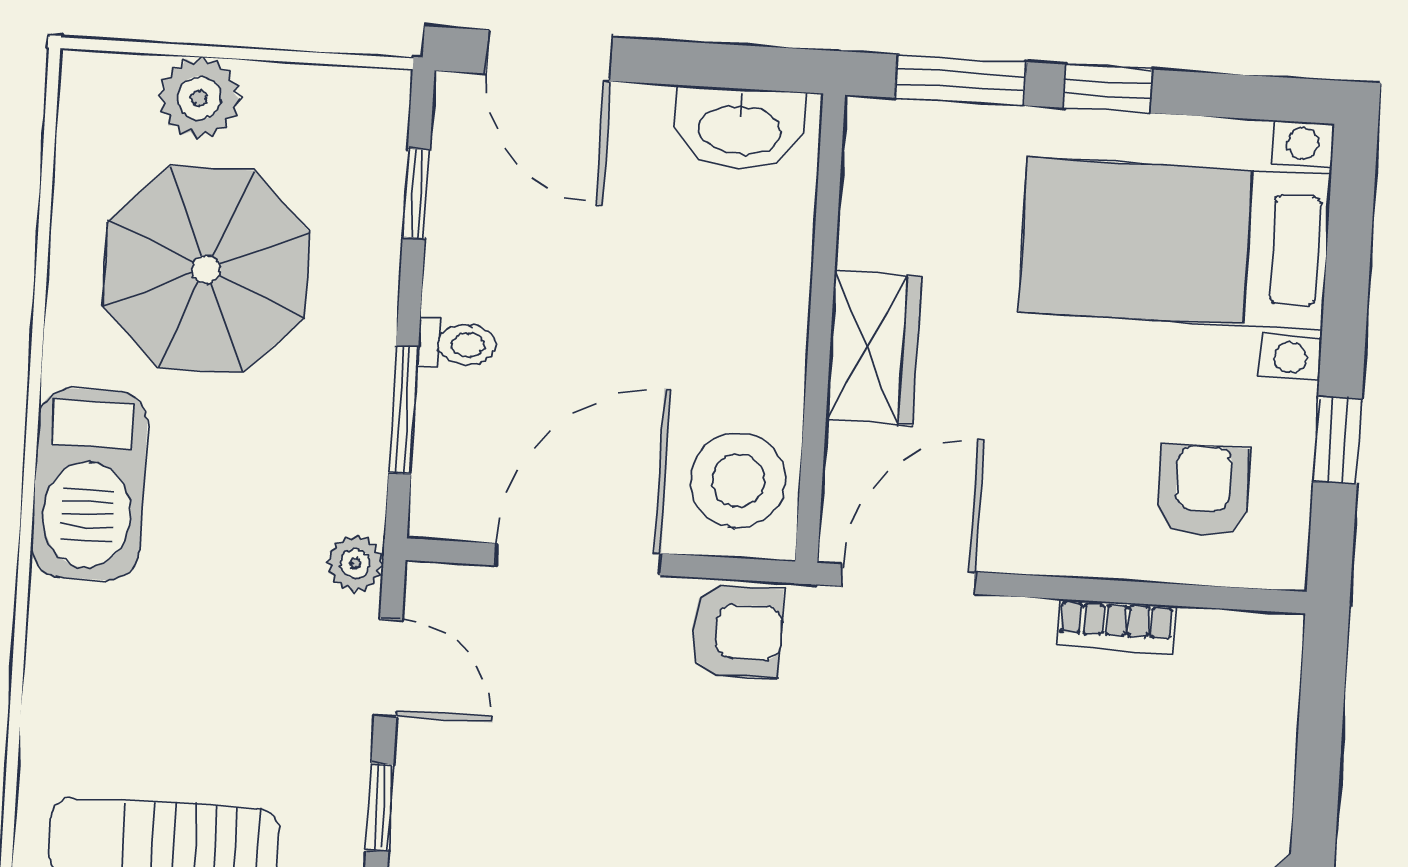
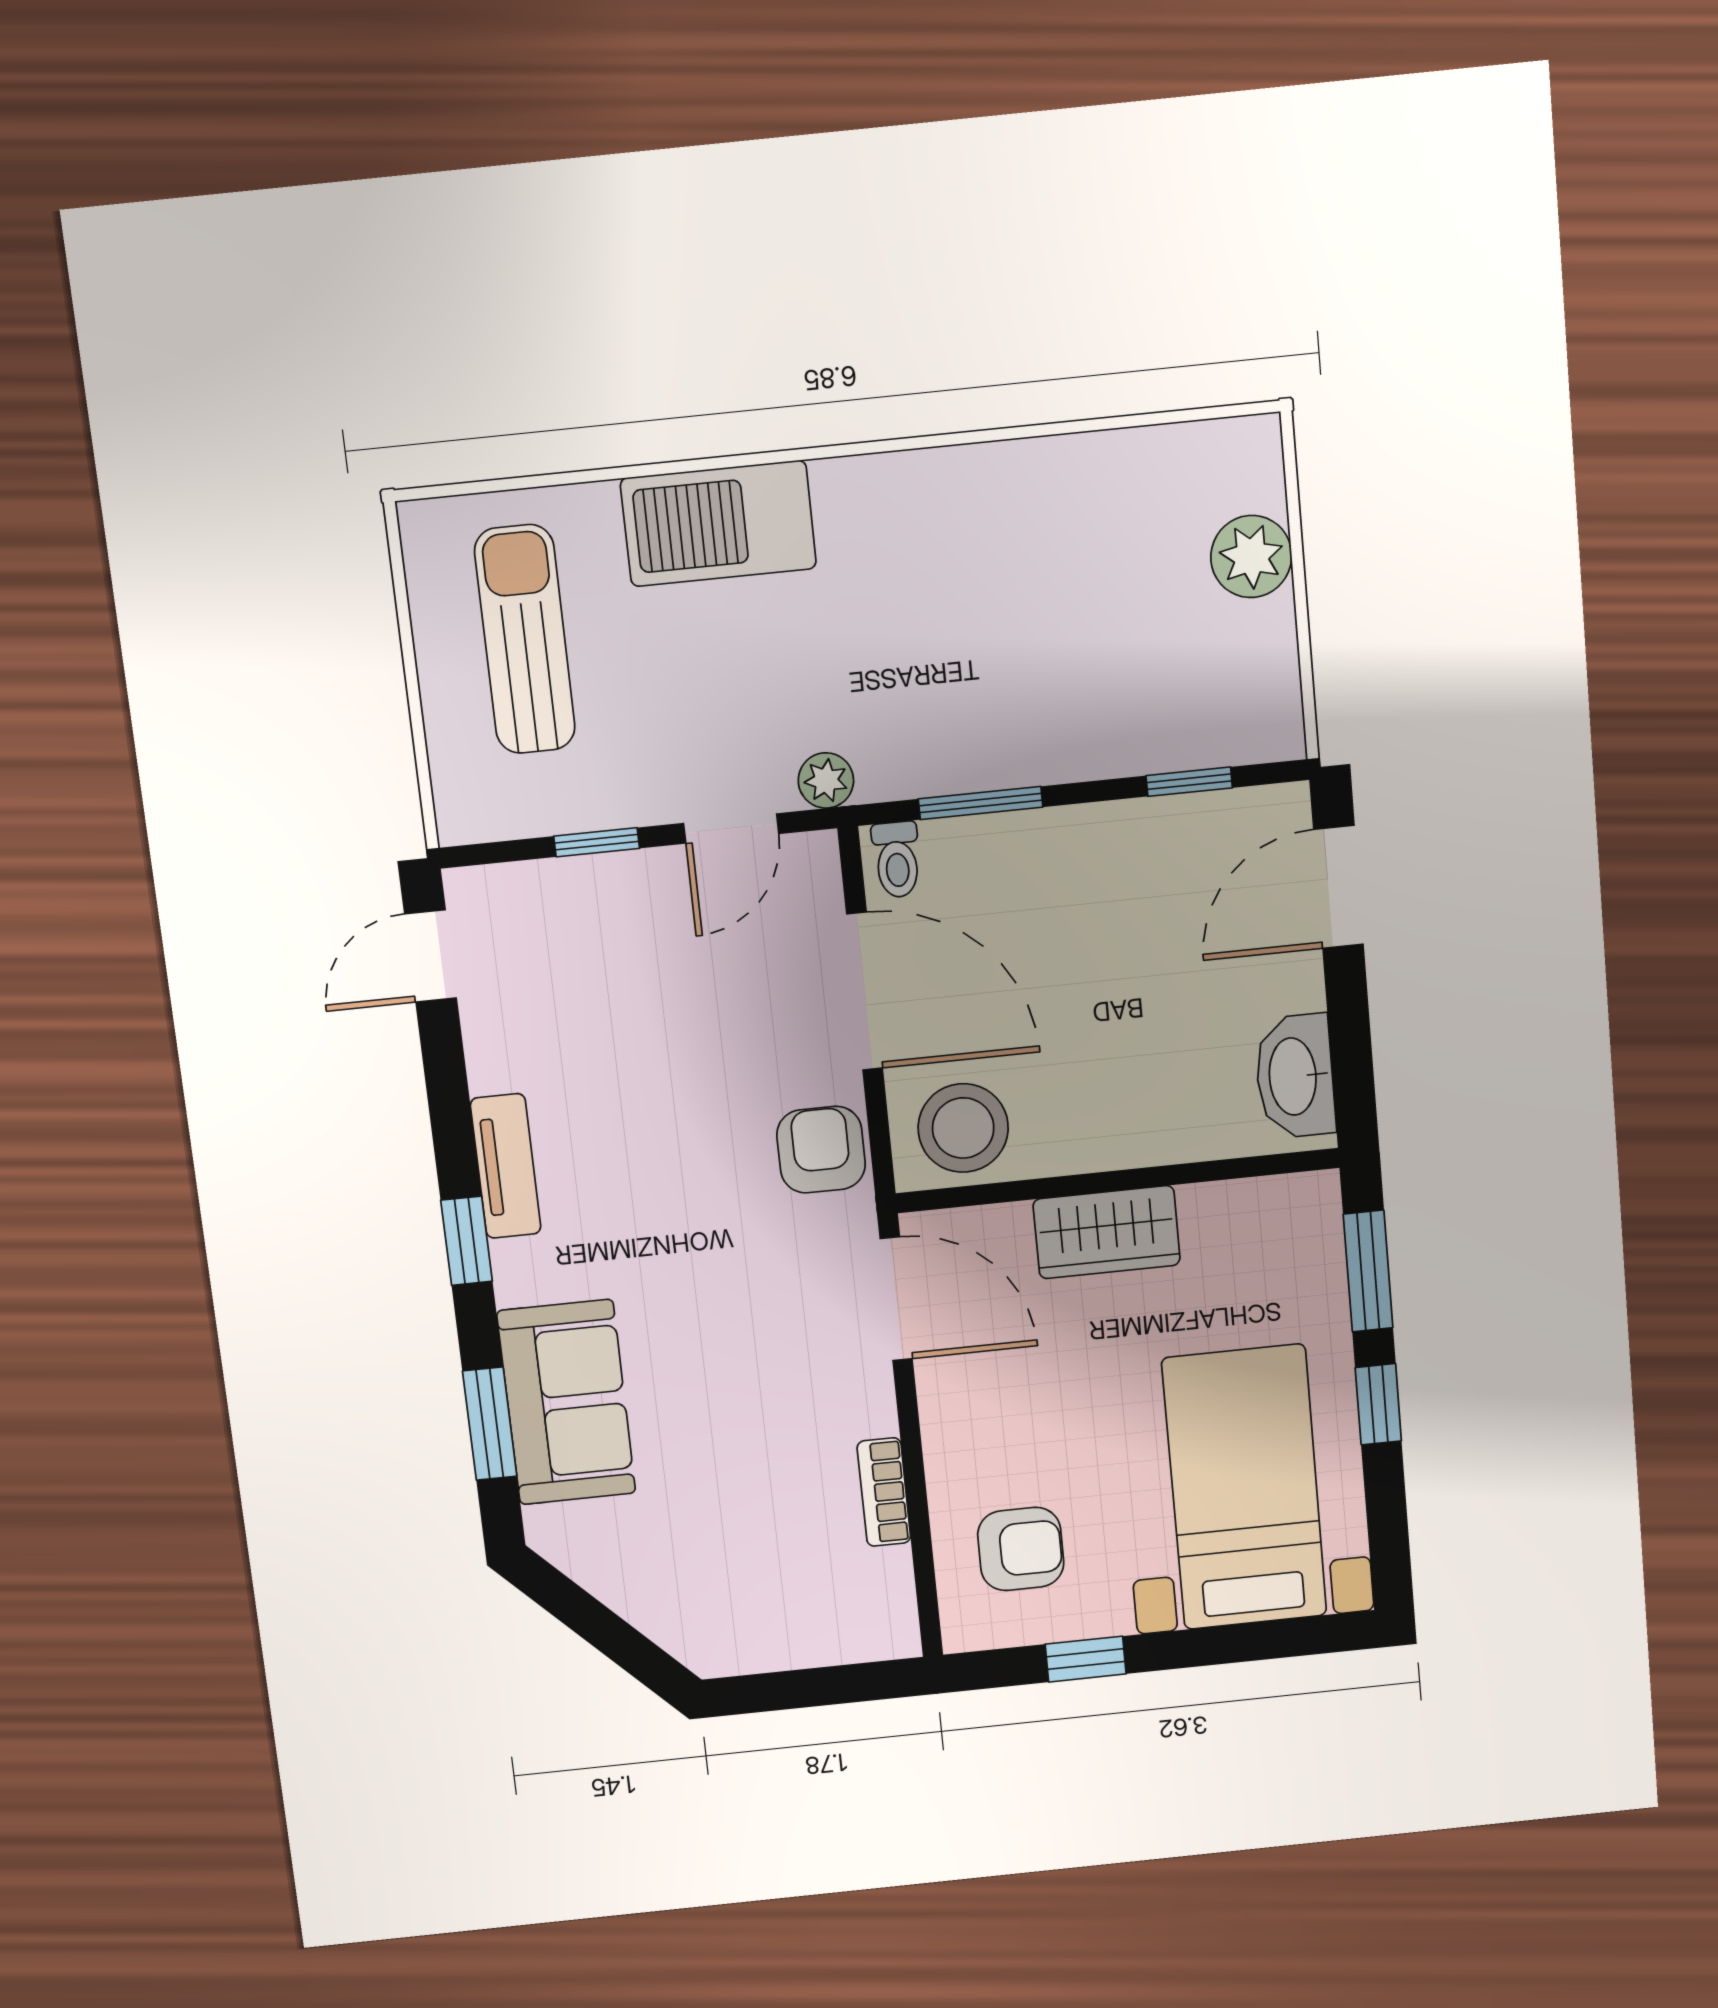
parasol: (206, 269) -> (1087, 590), removed
toilet: (457, 344) -> (897, 860), moved
barbecue: (89, 484) -> (718, 523), moved
armchair: (736, 631) -> (821, 1150), turned 180

